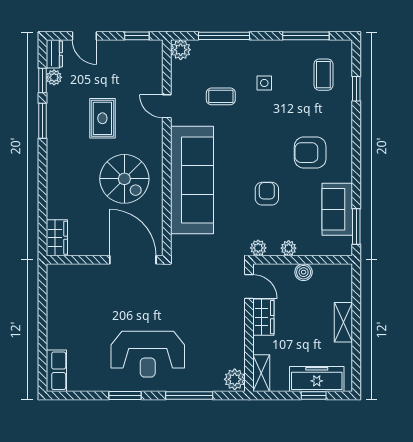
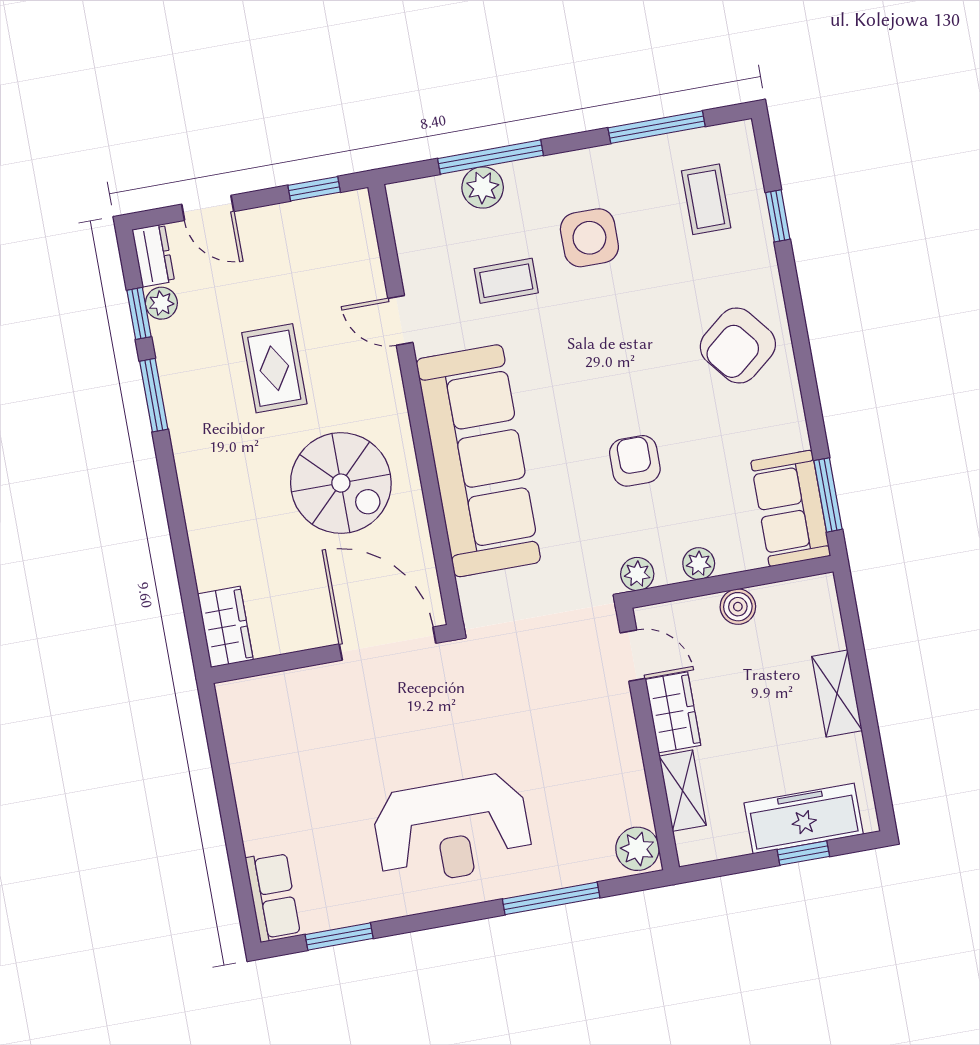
plant: (181, 50) -> (483, 187), moved
side table: (264, 83) -> (589, 238), width x1.87, depth x1.87
armchair: (310, 153) -> (738, 345), moved, turned -39
sofa: (337, 209) -> (791, 508), moved
shelving: (261, 373) -> (683, 791), moved
window: (125, 396) -> (339, 937), moved

